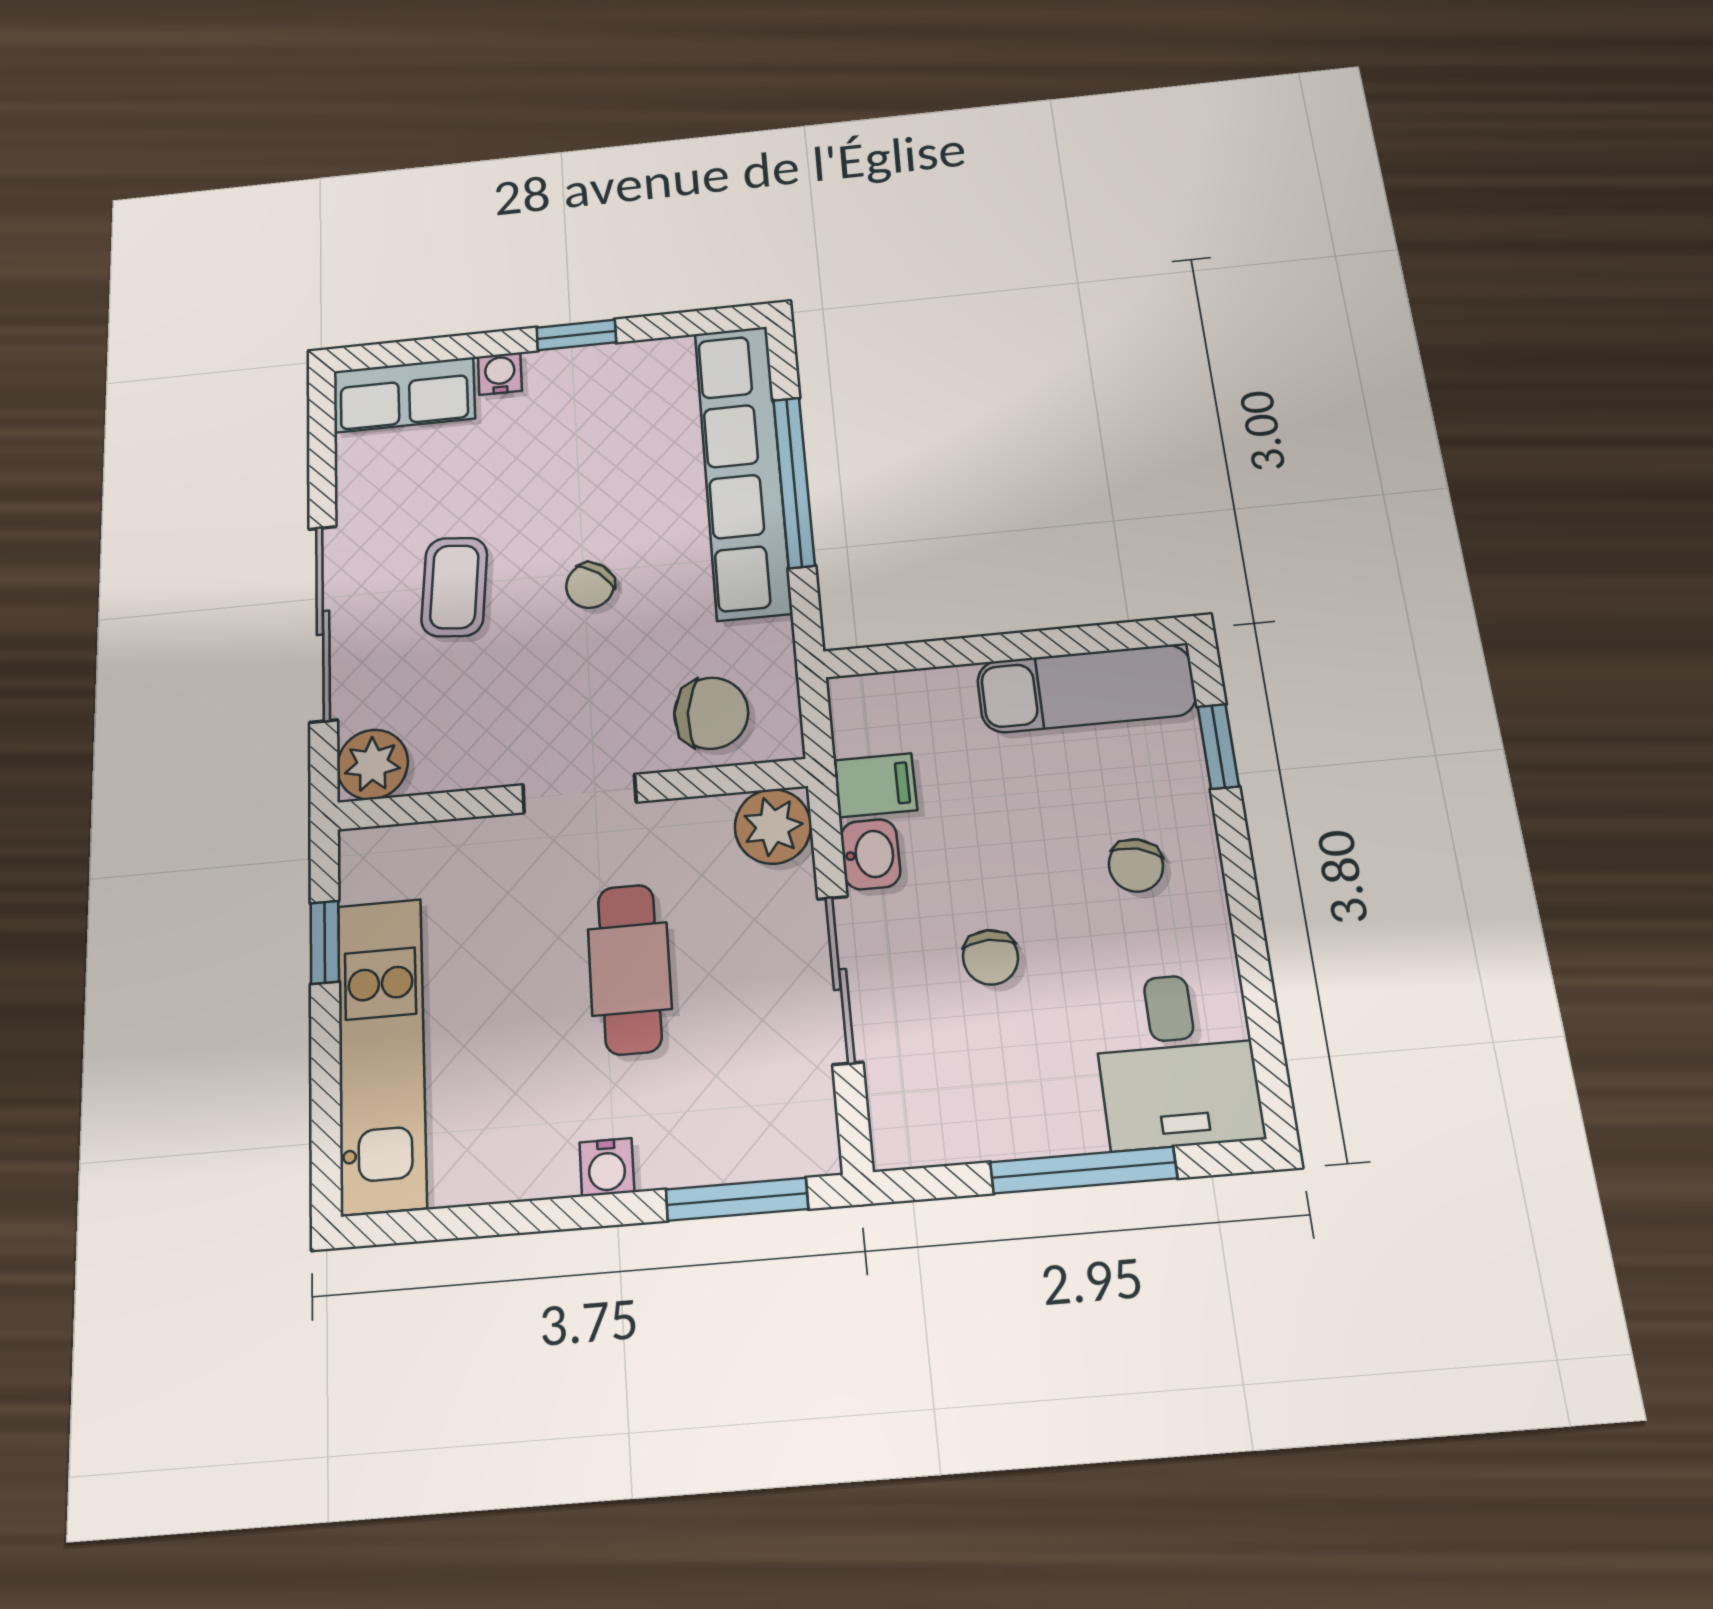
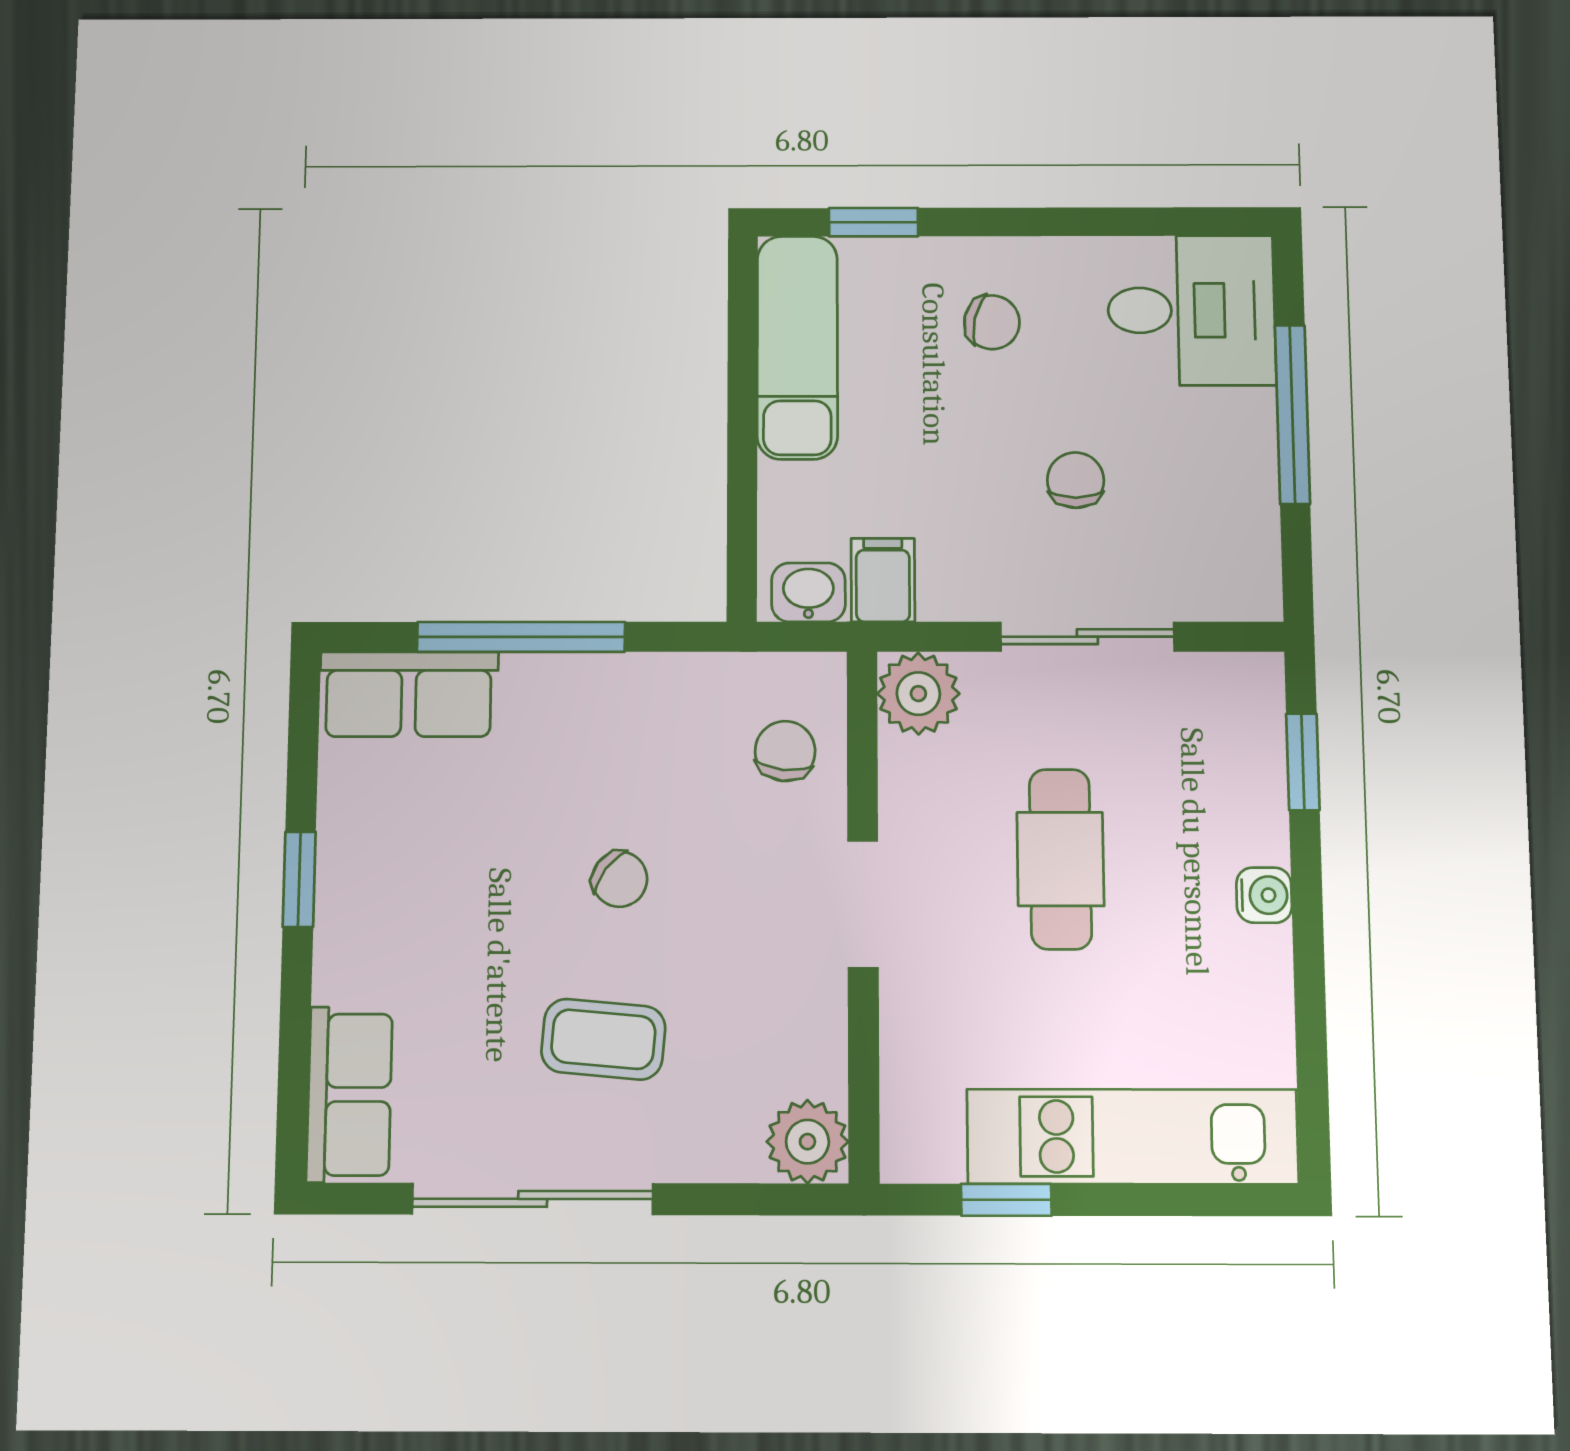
water cooler: (500, 374) -> (337, 975), removed
row of seats: (743, 470) -> (409, 694), width x0.50
sliding door: (323, 623) -> (533, 1199), moved
chair: (711, 713) -> (785, 751), width x0.73, depth x0.73
washbasin: (870, 854) -> (808, 592), moved
chair: (990, 957) -> (1076, 480), turned -90
cafe table: (630, 969) -> (1060, 859), turned 90
window: (737, 1199) -> (1303, 762), width x0.67

